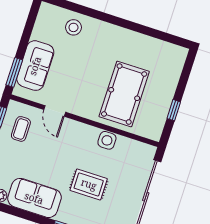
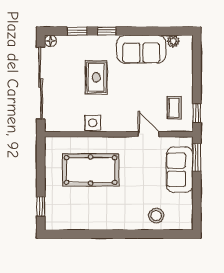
pool table: (124, 94) -> (91, 170), turned 90
window: (174, 110) -> (41, 206), moved
rug: (89, 184) -> (96, 77), turned 90

